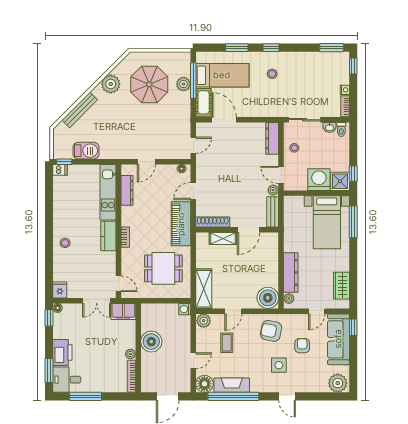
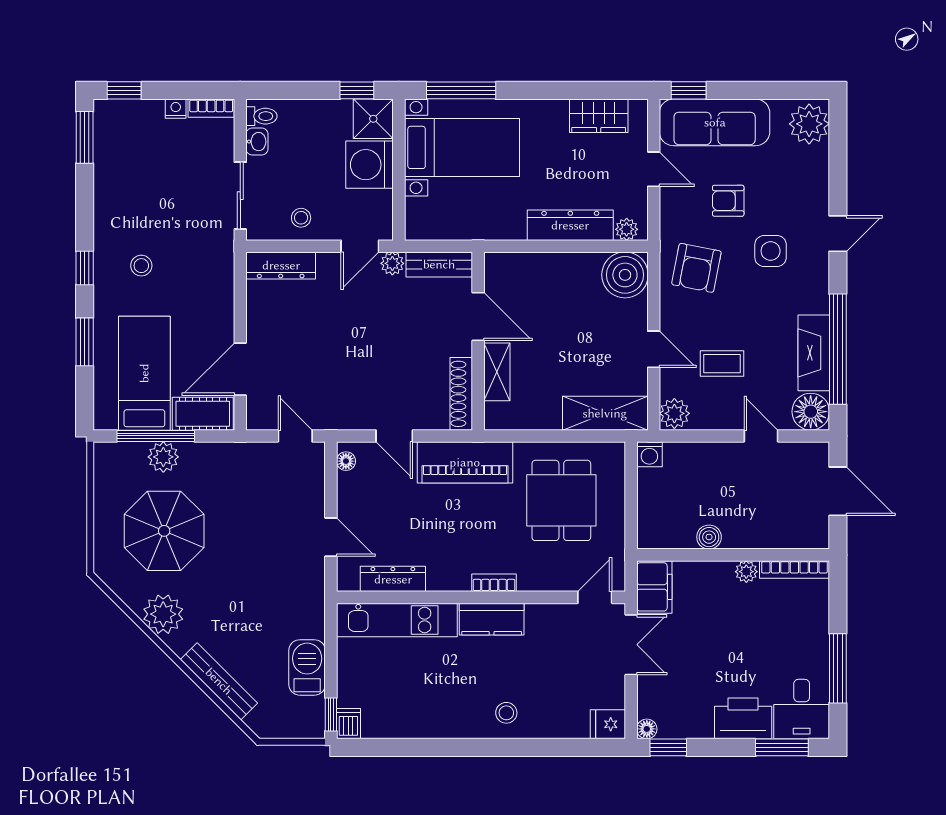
boiler: (151, 342) -> (709, 537), width x0.54, depth x0.54

